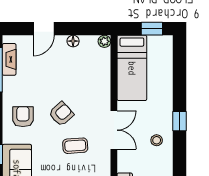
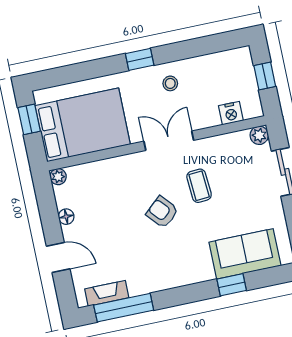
bed: (132, 68) -> (83, 125), width x1.50
armchair: (23, 117) -> (176, 260), removed

